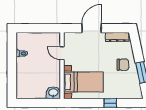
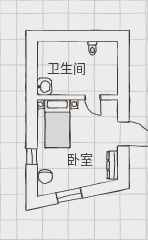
door: (62, 53) -> (93, 97), swing flipped
chair: (123, 65) -> (45, 177), moved

